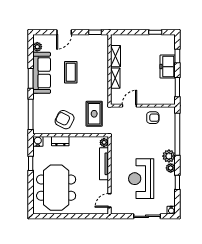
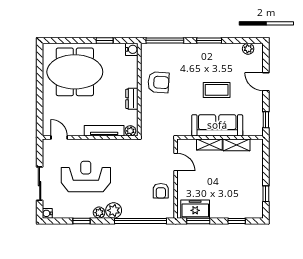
freezer: (168, 67) -> (195, 209), moved
sofa: (42, 73) -> (217, 125), moved, turned 180
rug: (94, 114) -> (166, 119), removed
armchair: (65, 120) -> (158, 82), turned 67
dresser: (60, 141) -> (132, 99), moved

